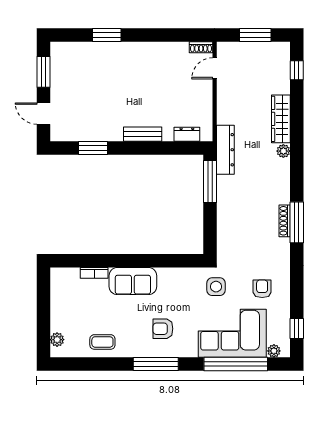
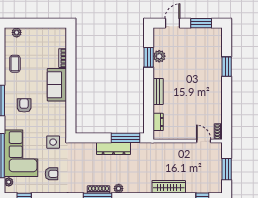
plant: (92, 133) -> (159, 56), added
dresser: (225, 150) -> (114, 149), moved
plant: (283, 151) -> (119, 189), moved

